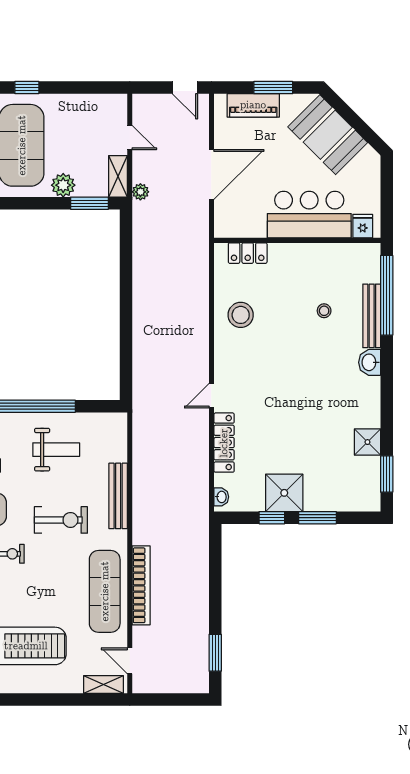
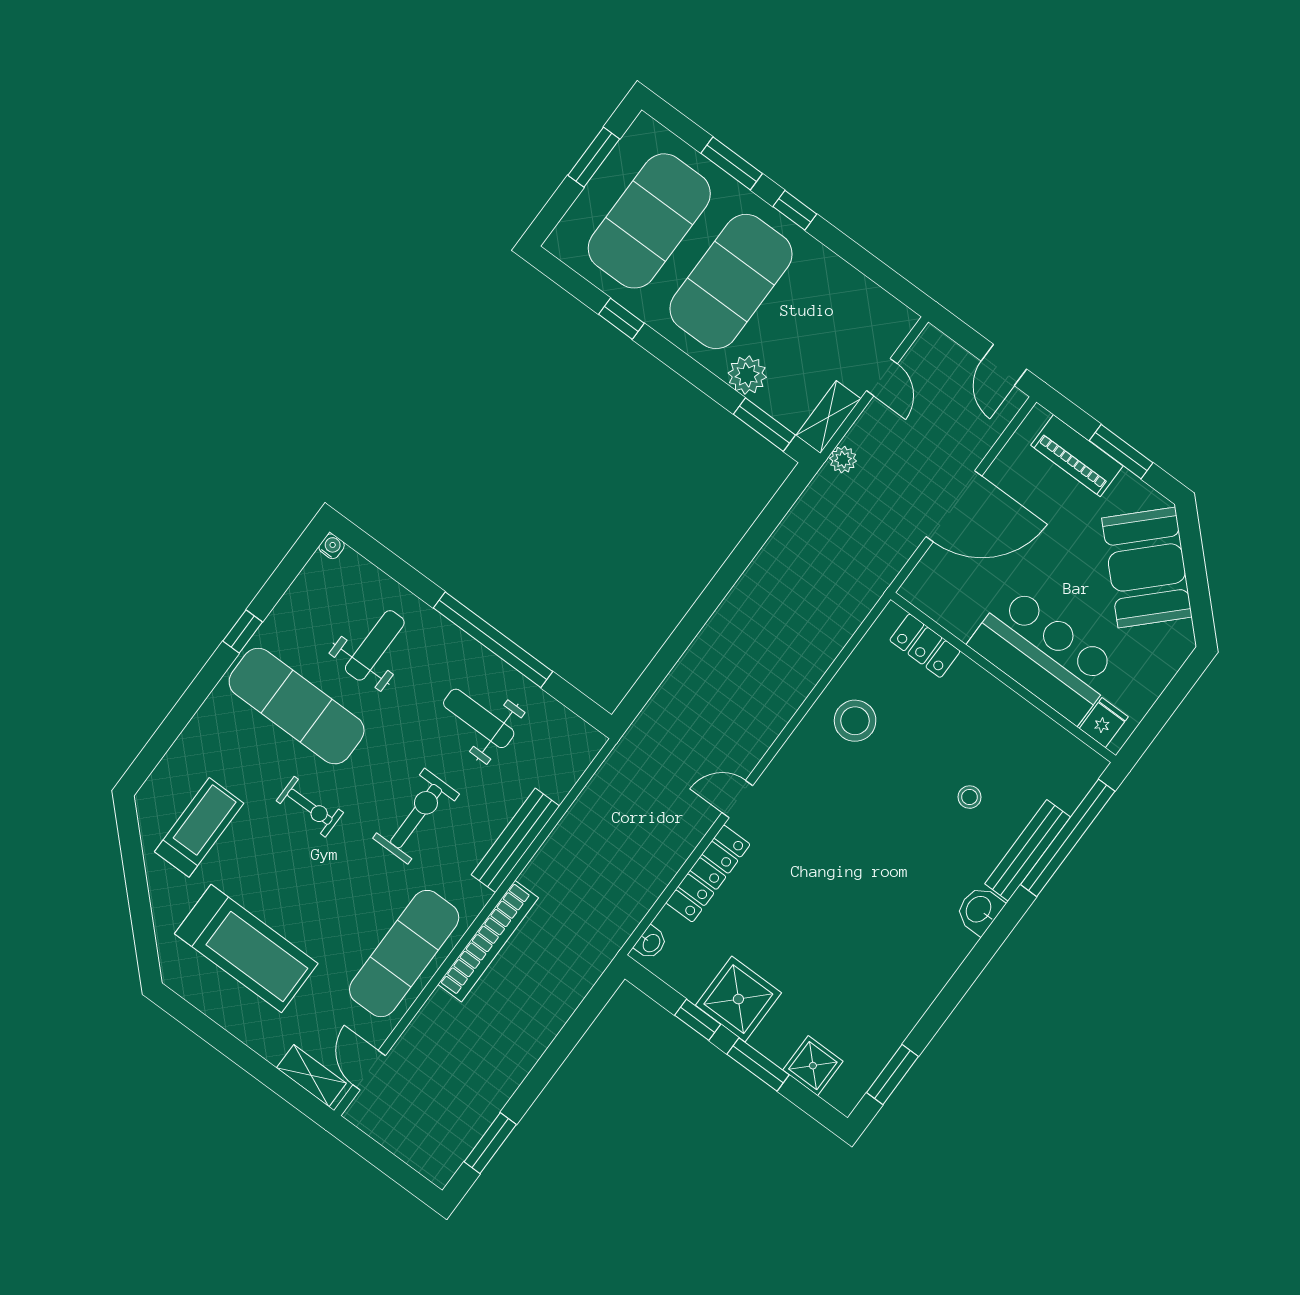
shower: (367, 442) -> (813, 1066), moved
weight bench: (56, 450) -> (479, 718), turned 180
exercise bike: (61, 520) -> (416, 816), turned -90
bookcase: (141, 585) -> (488, 941), moved

